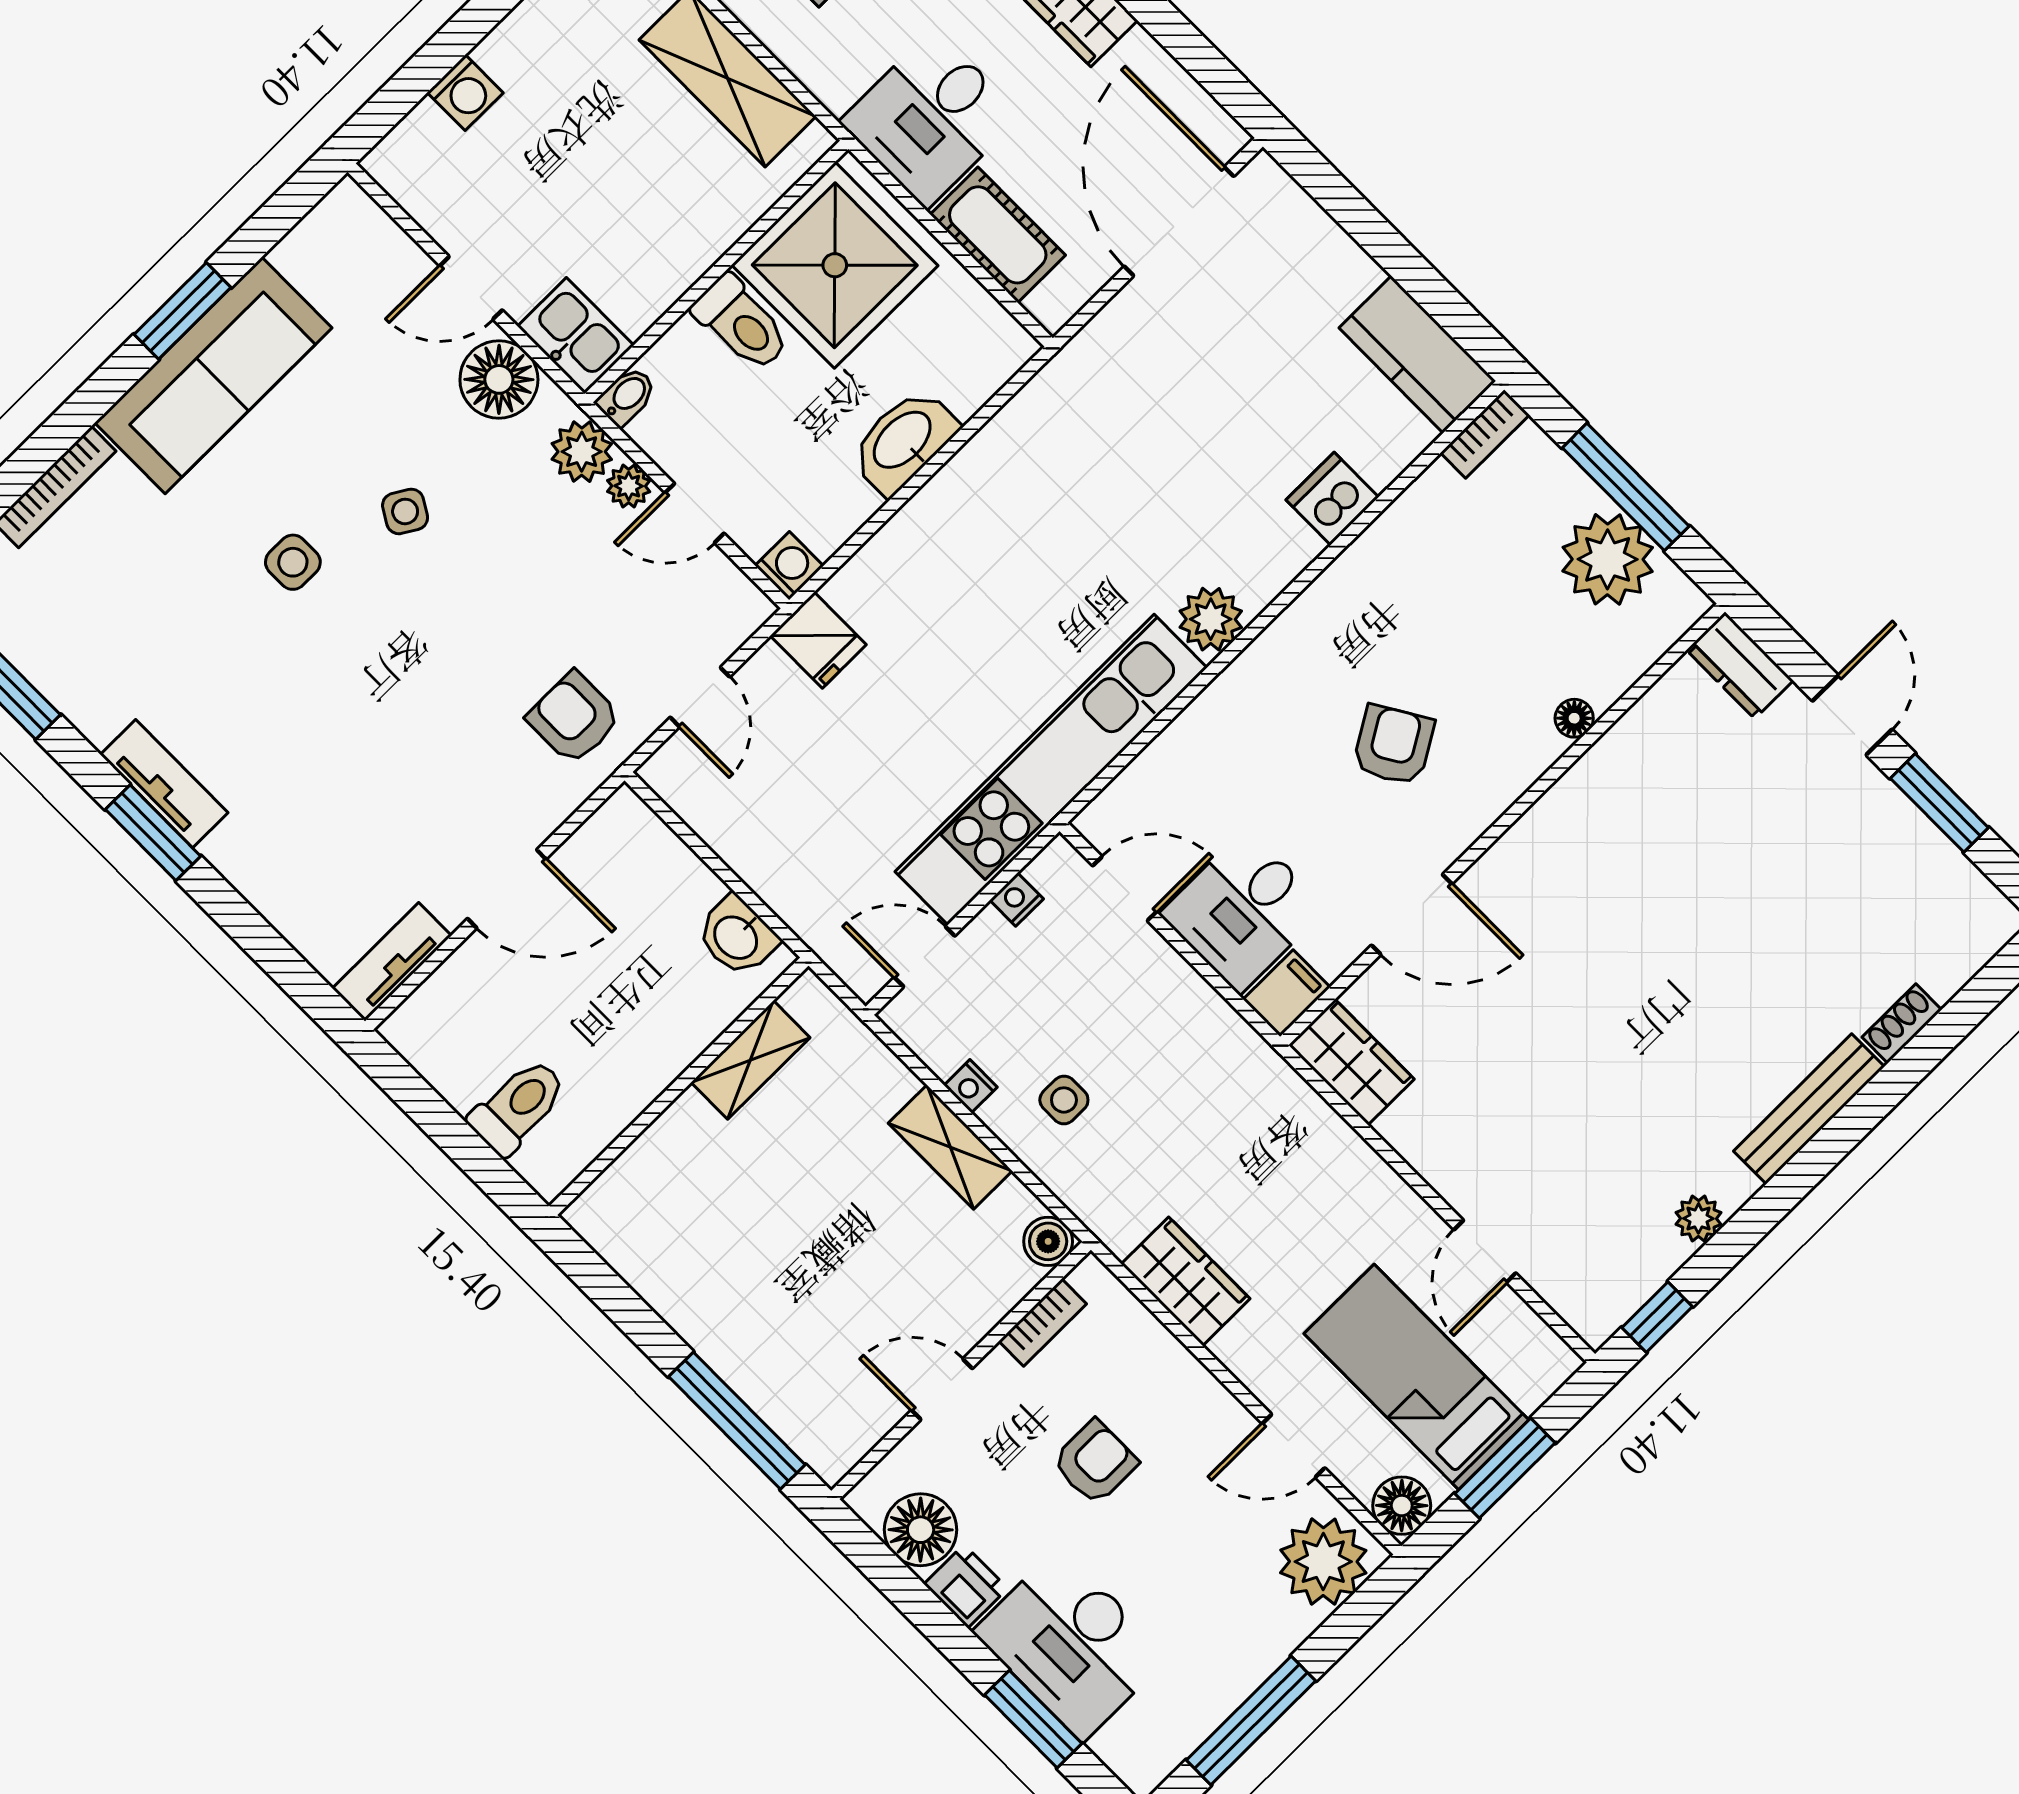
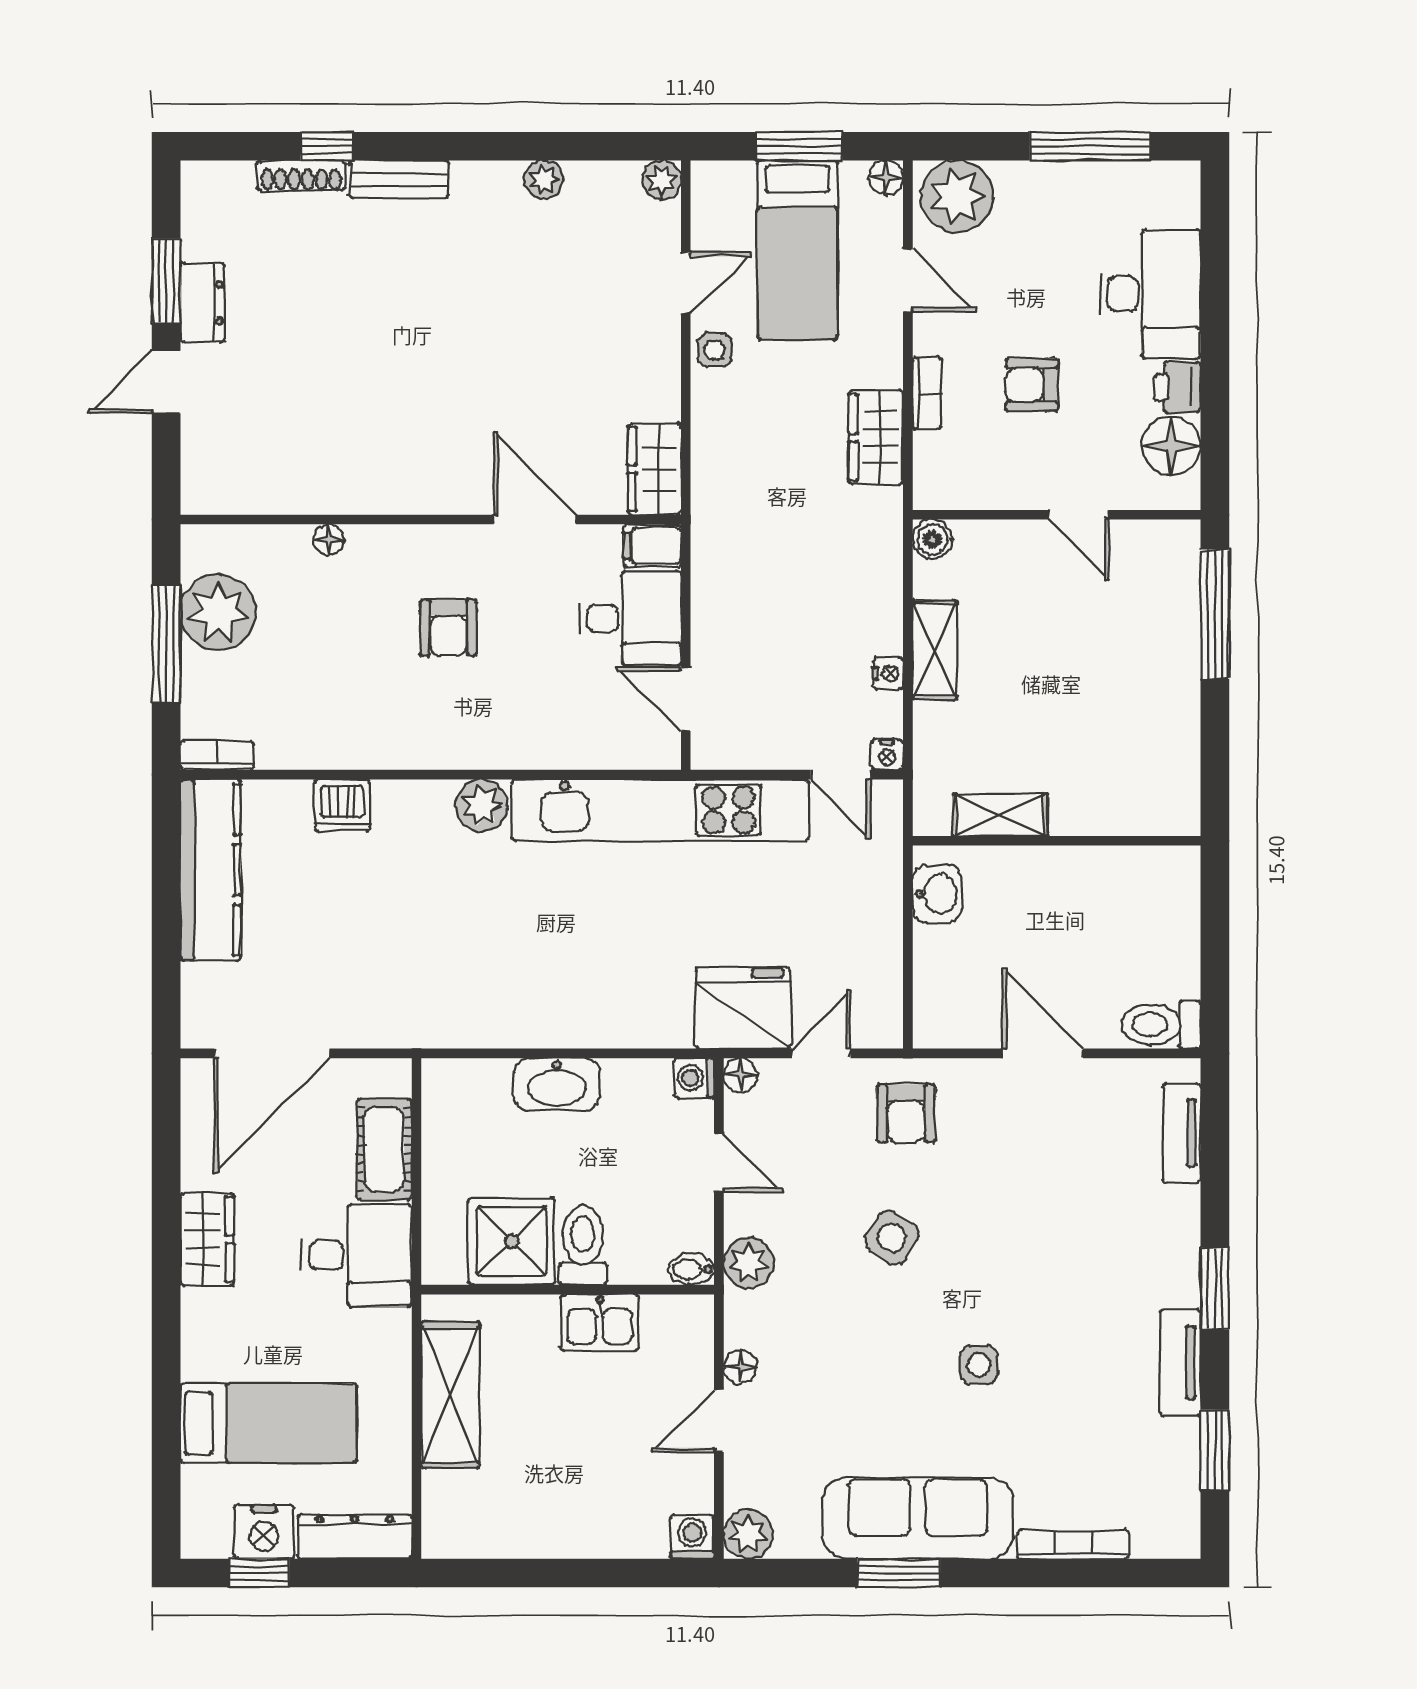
washing machine: (465, 93) -> (692, 1537), moved
shower: (835, 265) -> (512, 1241), width x0.73, depth x0.73
door: (471, 288) -> (719, 1421), swing flipped
kitchen sink: (576, 336) -> (600, 1323), moved, turned -90
kitchen counter: (1417, 354) -> (210, 870), width x1.50
floor lamp: (499, 379) -> (740, 1367), width x0.53, depth x0.53
plant: (629, 486) -> (748, 1534), moved, width x1.38, depth x1.38
side table: (405, 511) -> (892, 1238), moved, width x1.37, depth x1.37
floor lamp: (752, 608) -> (740, 1075), added
fridge: (818, 640) -> (743, 1008), width x1.88, depth x1.34
dresser: (1740, 665) -> (203, 303), moved
armchair: (1393, 745) -> (448, 628), turned -59
tv unit: (164, 784) -> (1180, 1363), moved
nightstand: (1017, 900) -> (887, 755), moved
tv unit: (392, 962) -> (1182, 1133), moved, turned 90
shoe rack: (1902, 1024) -> (301, 175), width x1.43
side table: (1064, 1100) -> (715, 350), moved
toilet: (518, 1106) -> (1161, 1025), moved
bench: (1809, 1109) -> (399, 179), width x0.73
window: (1657, 1317) -> (327, 146), moved
plant: (1595, 1320) -> (662, 180), added
bookcase: (1043, 1322) -> (927, 393), moved, turned 90
floor lamp: (1402, 1506) -> (886, 178), width x0.73, depth x0.73
window: (1033, 1719) -> (1215, 272), removed

